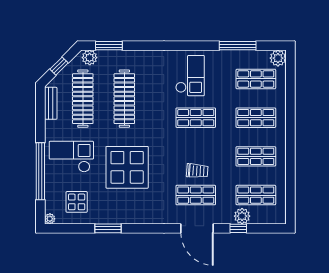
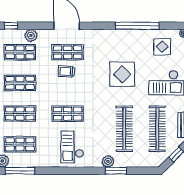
window: (109, 46) -> (116, 171), moved
window: (238, 46) -> (20, 171), moved
plant: (90, 58) -> (108, 161), moved
display table: (127, 167) -> (122, 74), width x0.73, depth x0.73
window: (108, 228) -> (137, 26), width x2.11
window: (238, 228) -> (11, 26), moved

